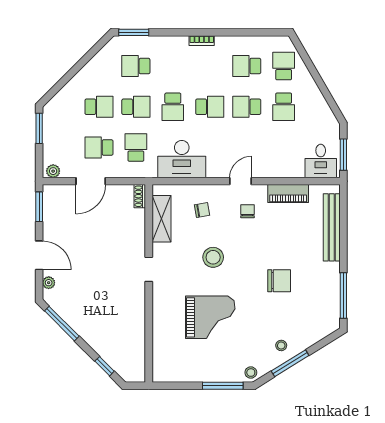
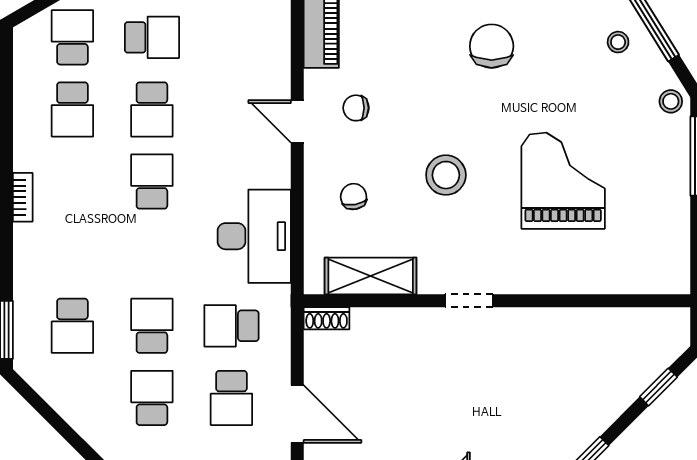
school desk: (284, 66) -> (72, 37), turned 90
school desk: (173, 107) -> (152, 254), removed

